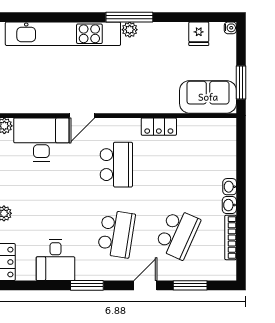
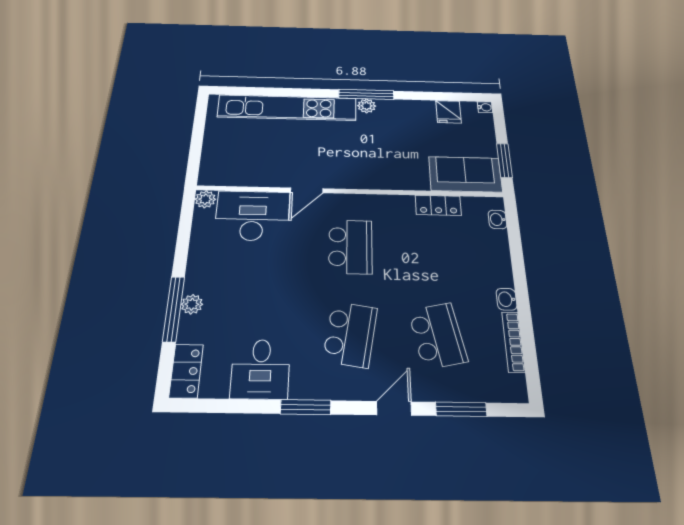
locker: (159, 127) -> (438, 205), moved
washbasin: (230, 187) -> (497, 219), moved
school desk: (178, 234) -> (438, 336), turned -36

